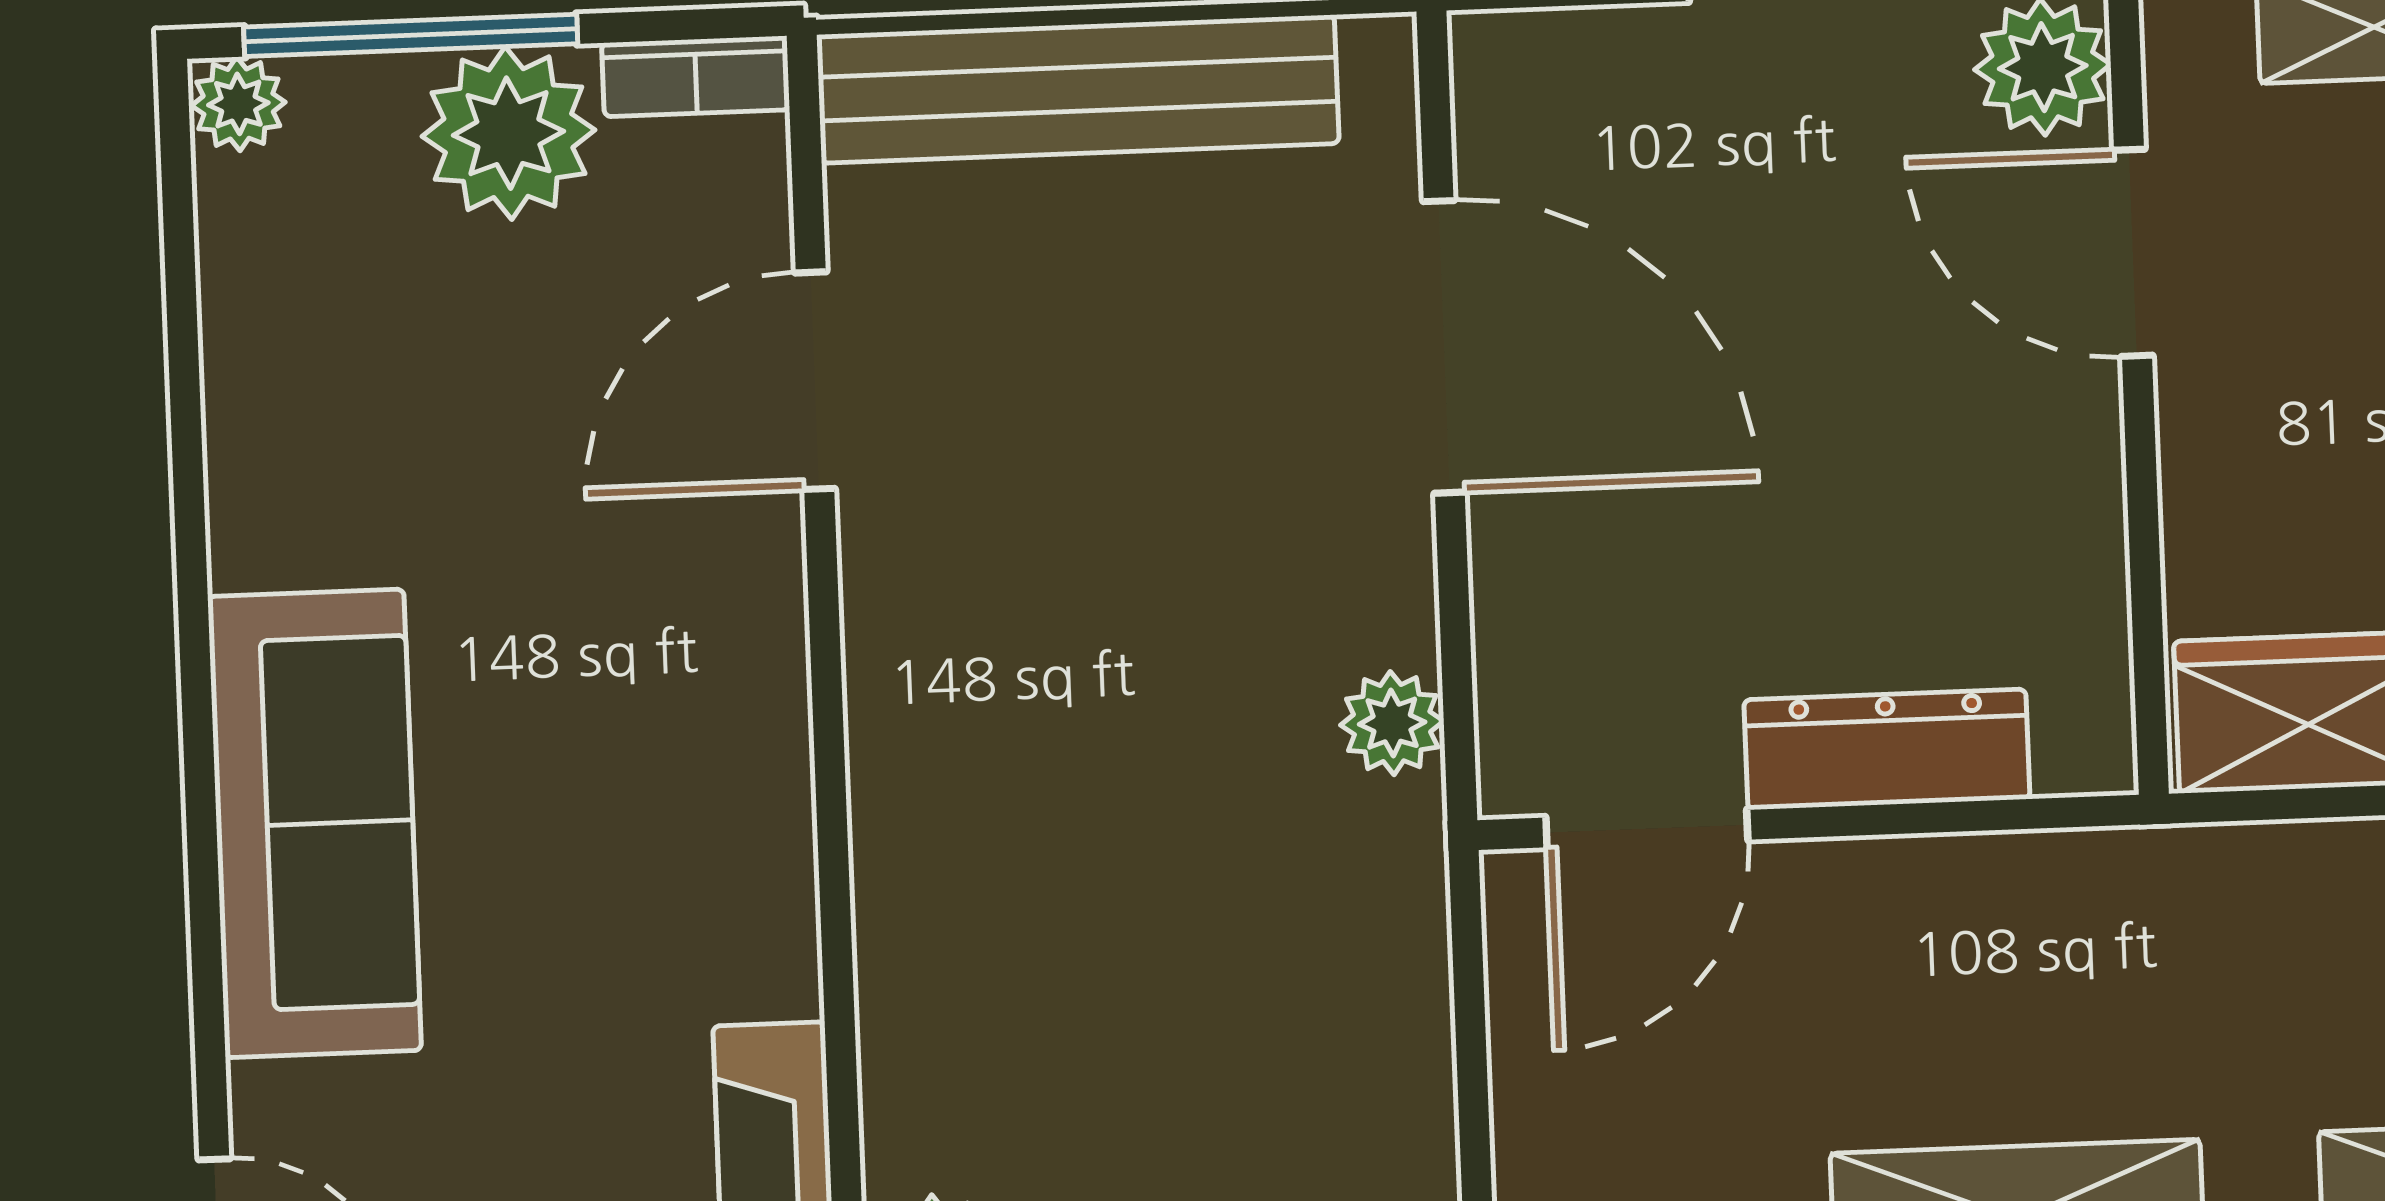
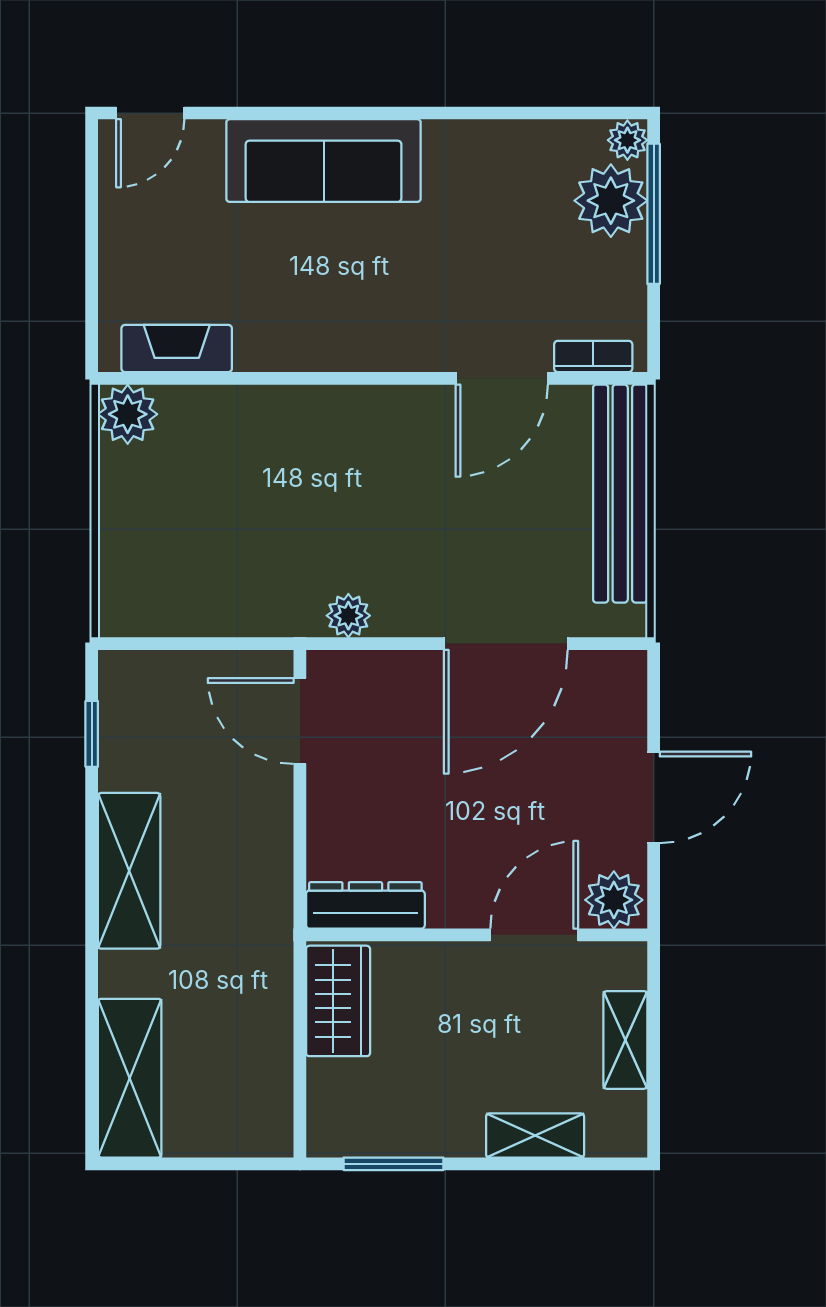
bookcase: (696, 76) -> (593, 356), moved, turned 90
plant: (508, 133) -> (611, 201), moved
door: (815, 381) -> (502, 378), swing flipped
dresser: (1887, 749) -> (365, 905), moved, turned -90

